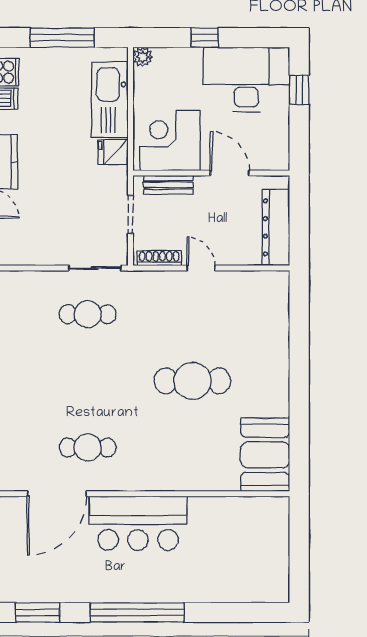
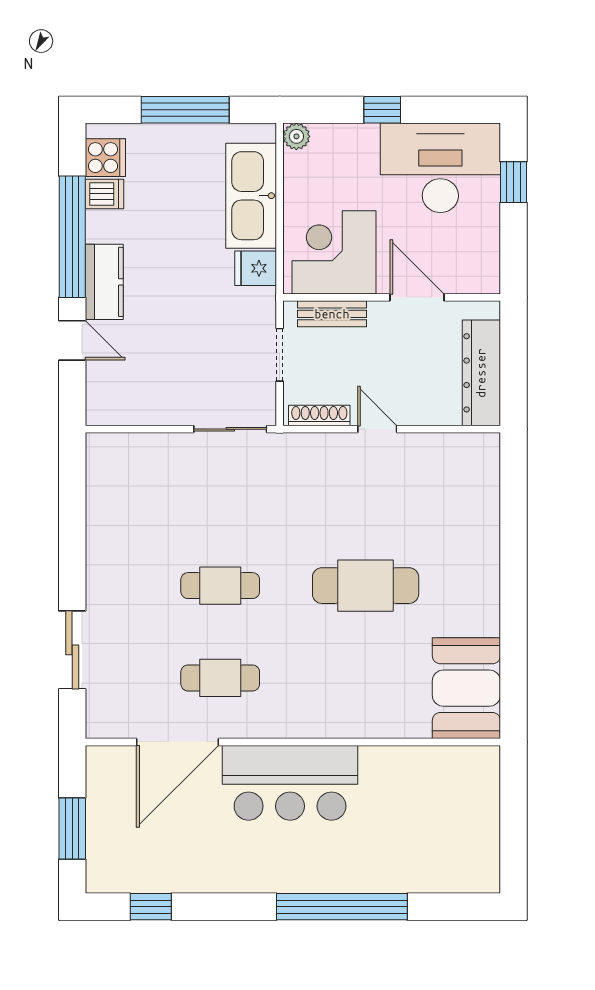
cafe table: (88, 314) -> (220, 586), moved
window: (38, 612) -> (151, 907), width x0.67
window: (137, 612) -> (342, 907), moved

